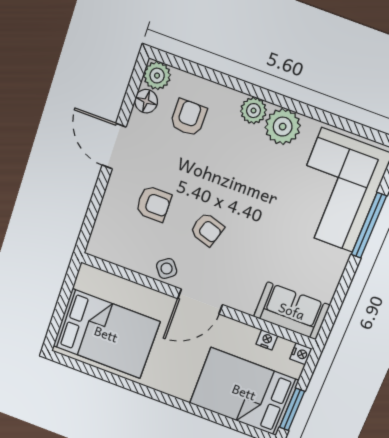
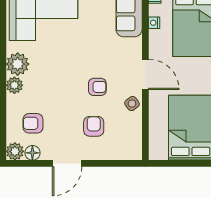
armchair: (207, 229) -> (97, 87), turned 73

